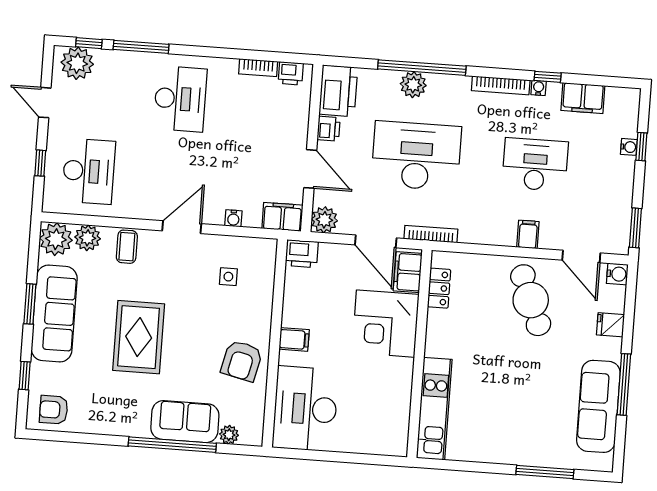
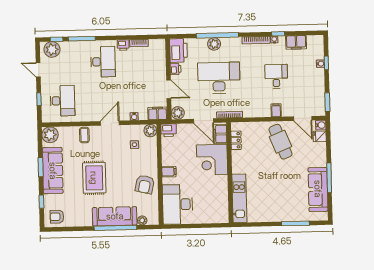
printer: (291, 73) -> (123, 45), moved
desk: (535, 164) -> (276, 76), width x0.73
plant: (88, 238) -> (150, 131), moved
fridge: (610, 325) -> (320, 136), moved
sofa: (185, 422) -> (115, 216), width x1.36

